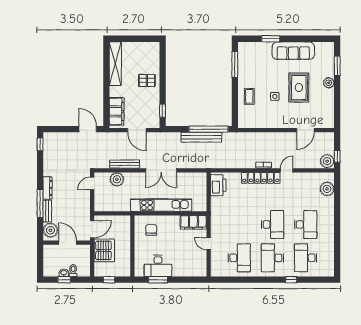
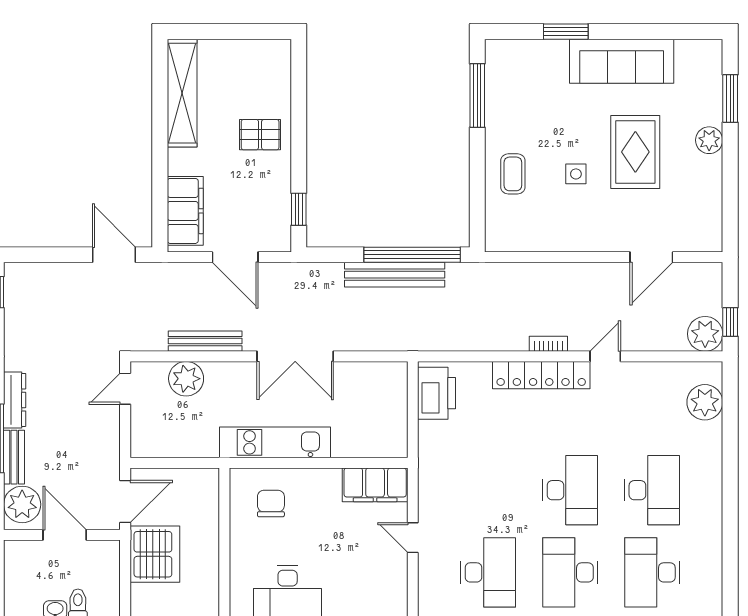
kitchen unit: (161, 205) -> (275, 442), width x0.73

